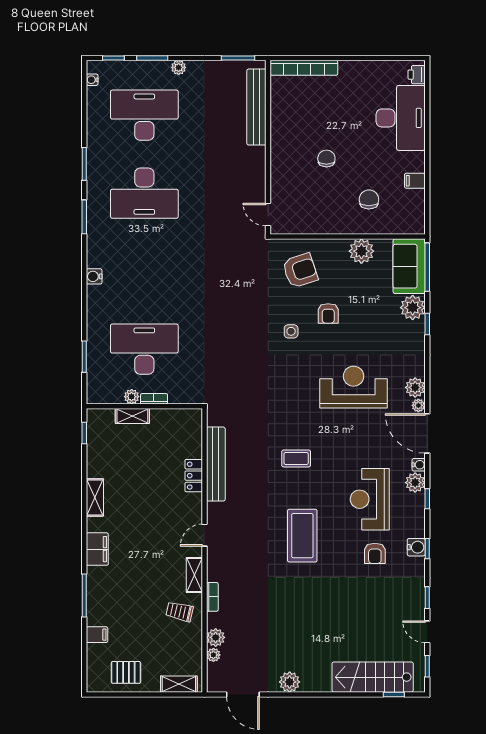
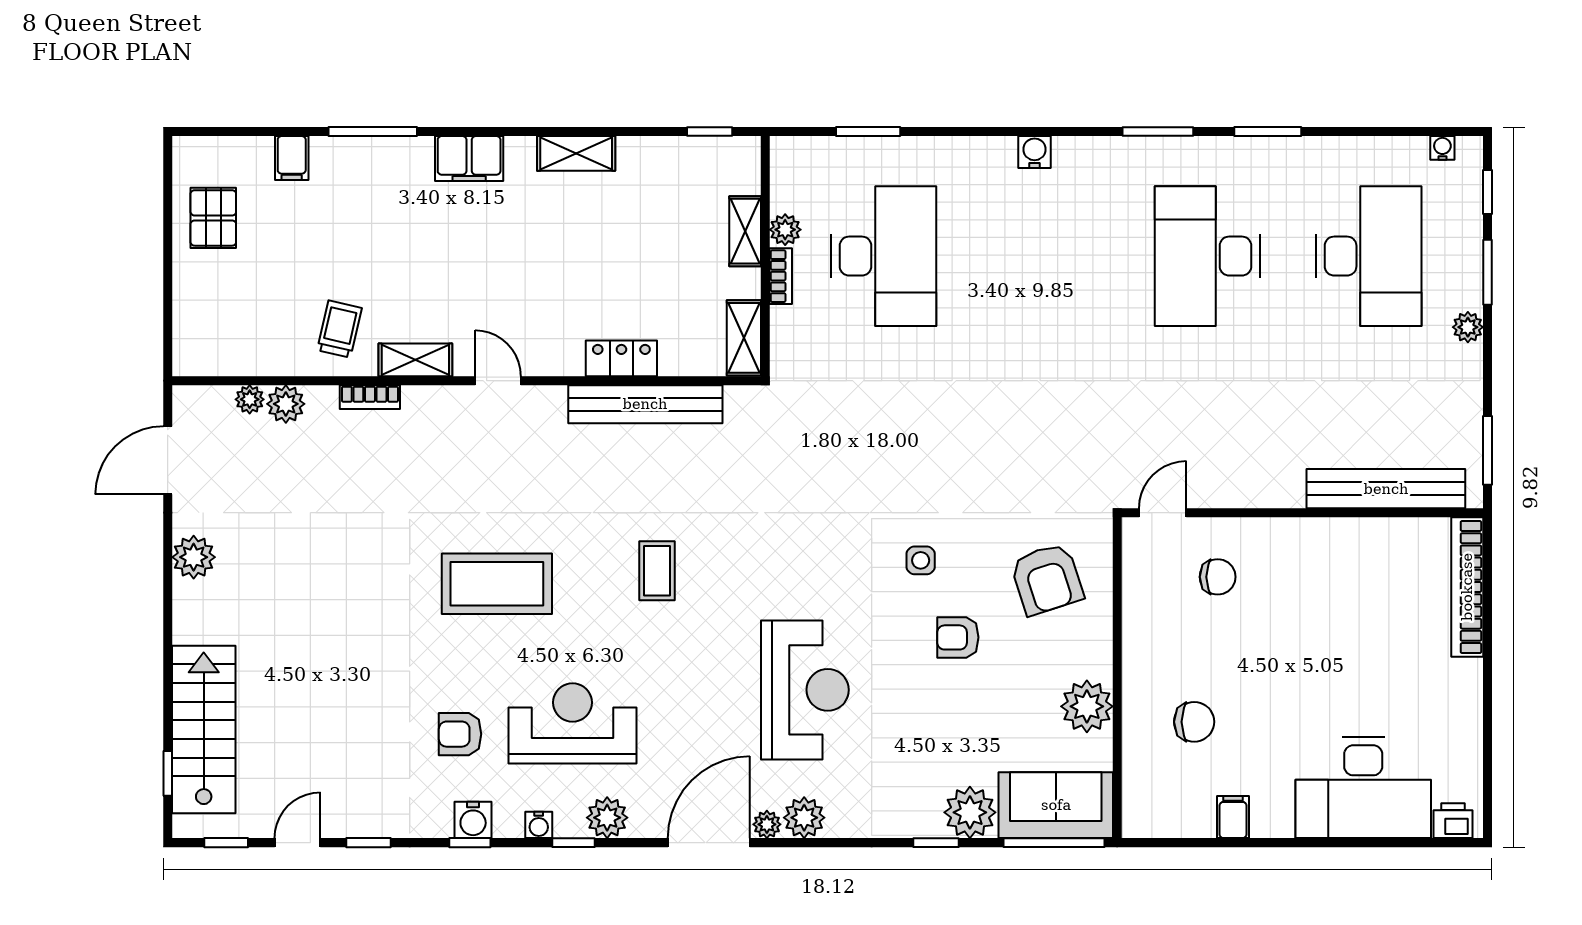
chair: (326, 159) -> (1218, 577), moved
water cooler: (419, 465) -> (539, 825), moved
shelving: (179, 684) -> (744, 338), moved

